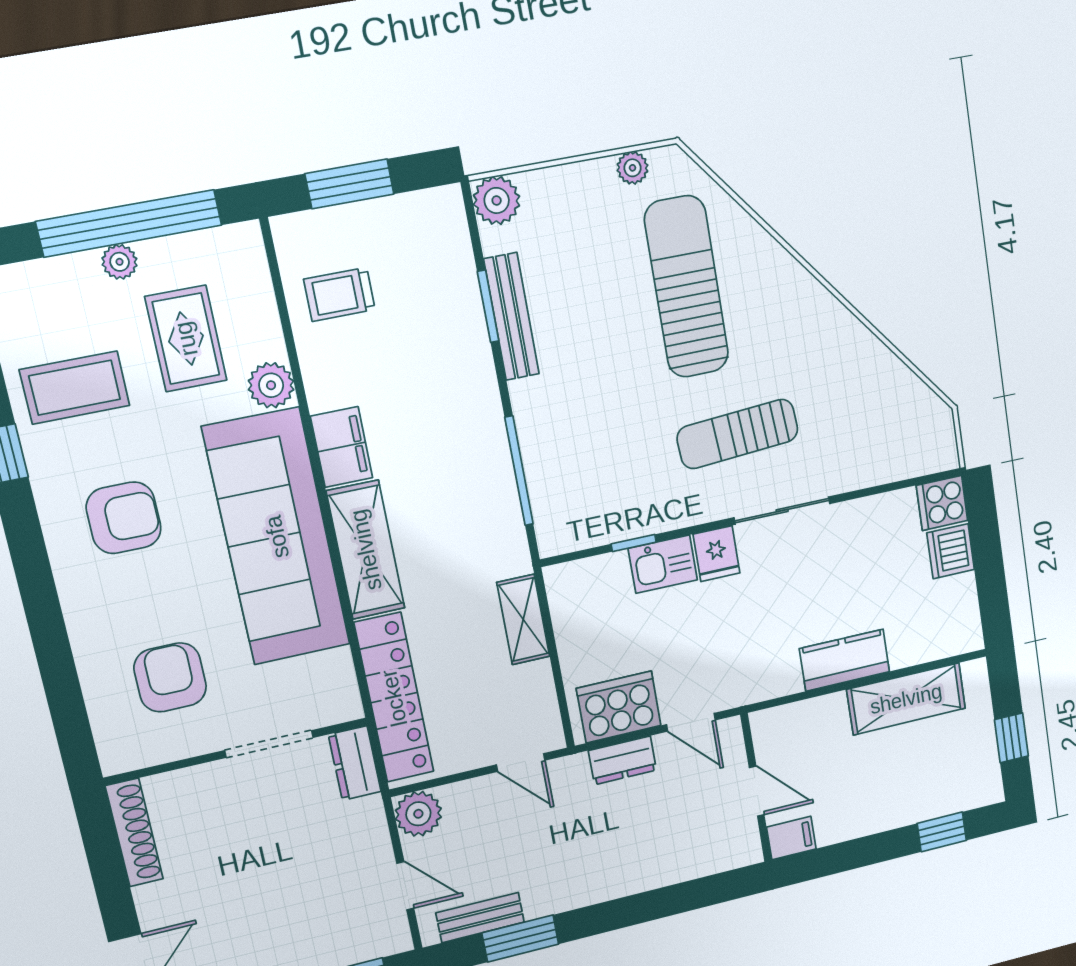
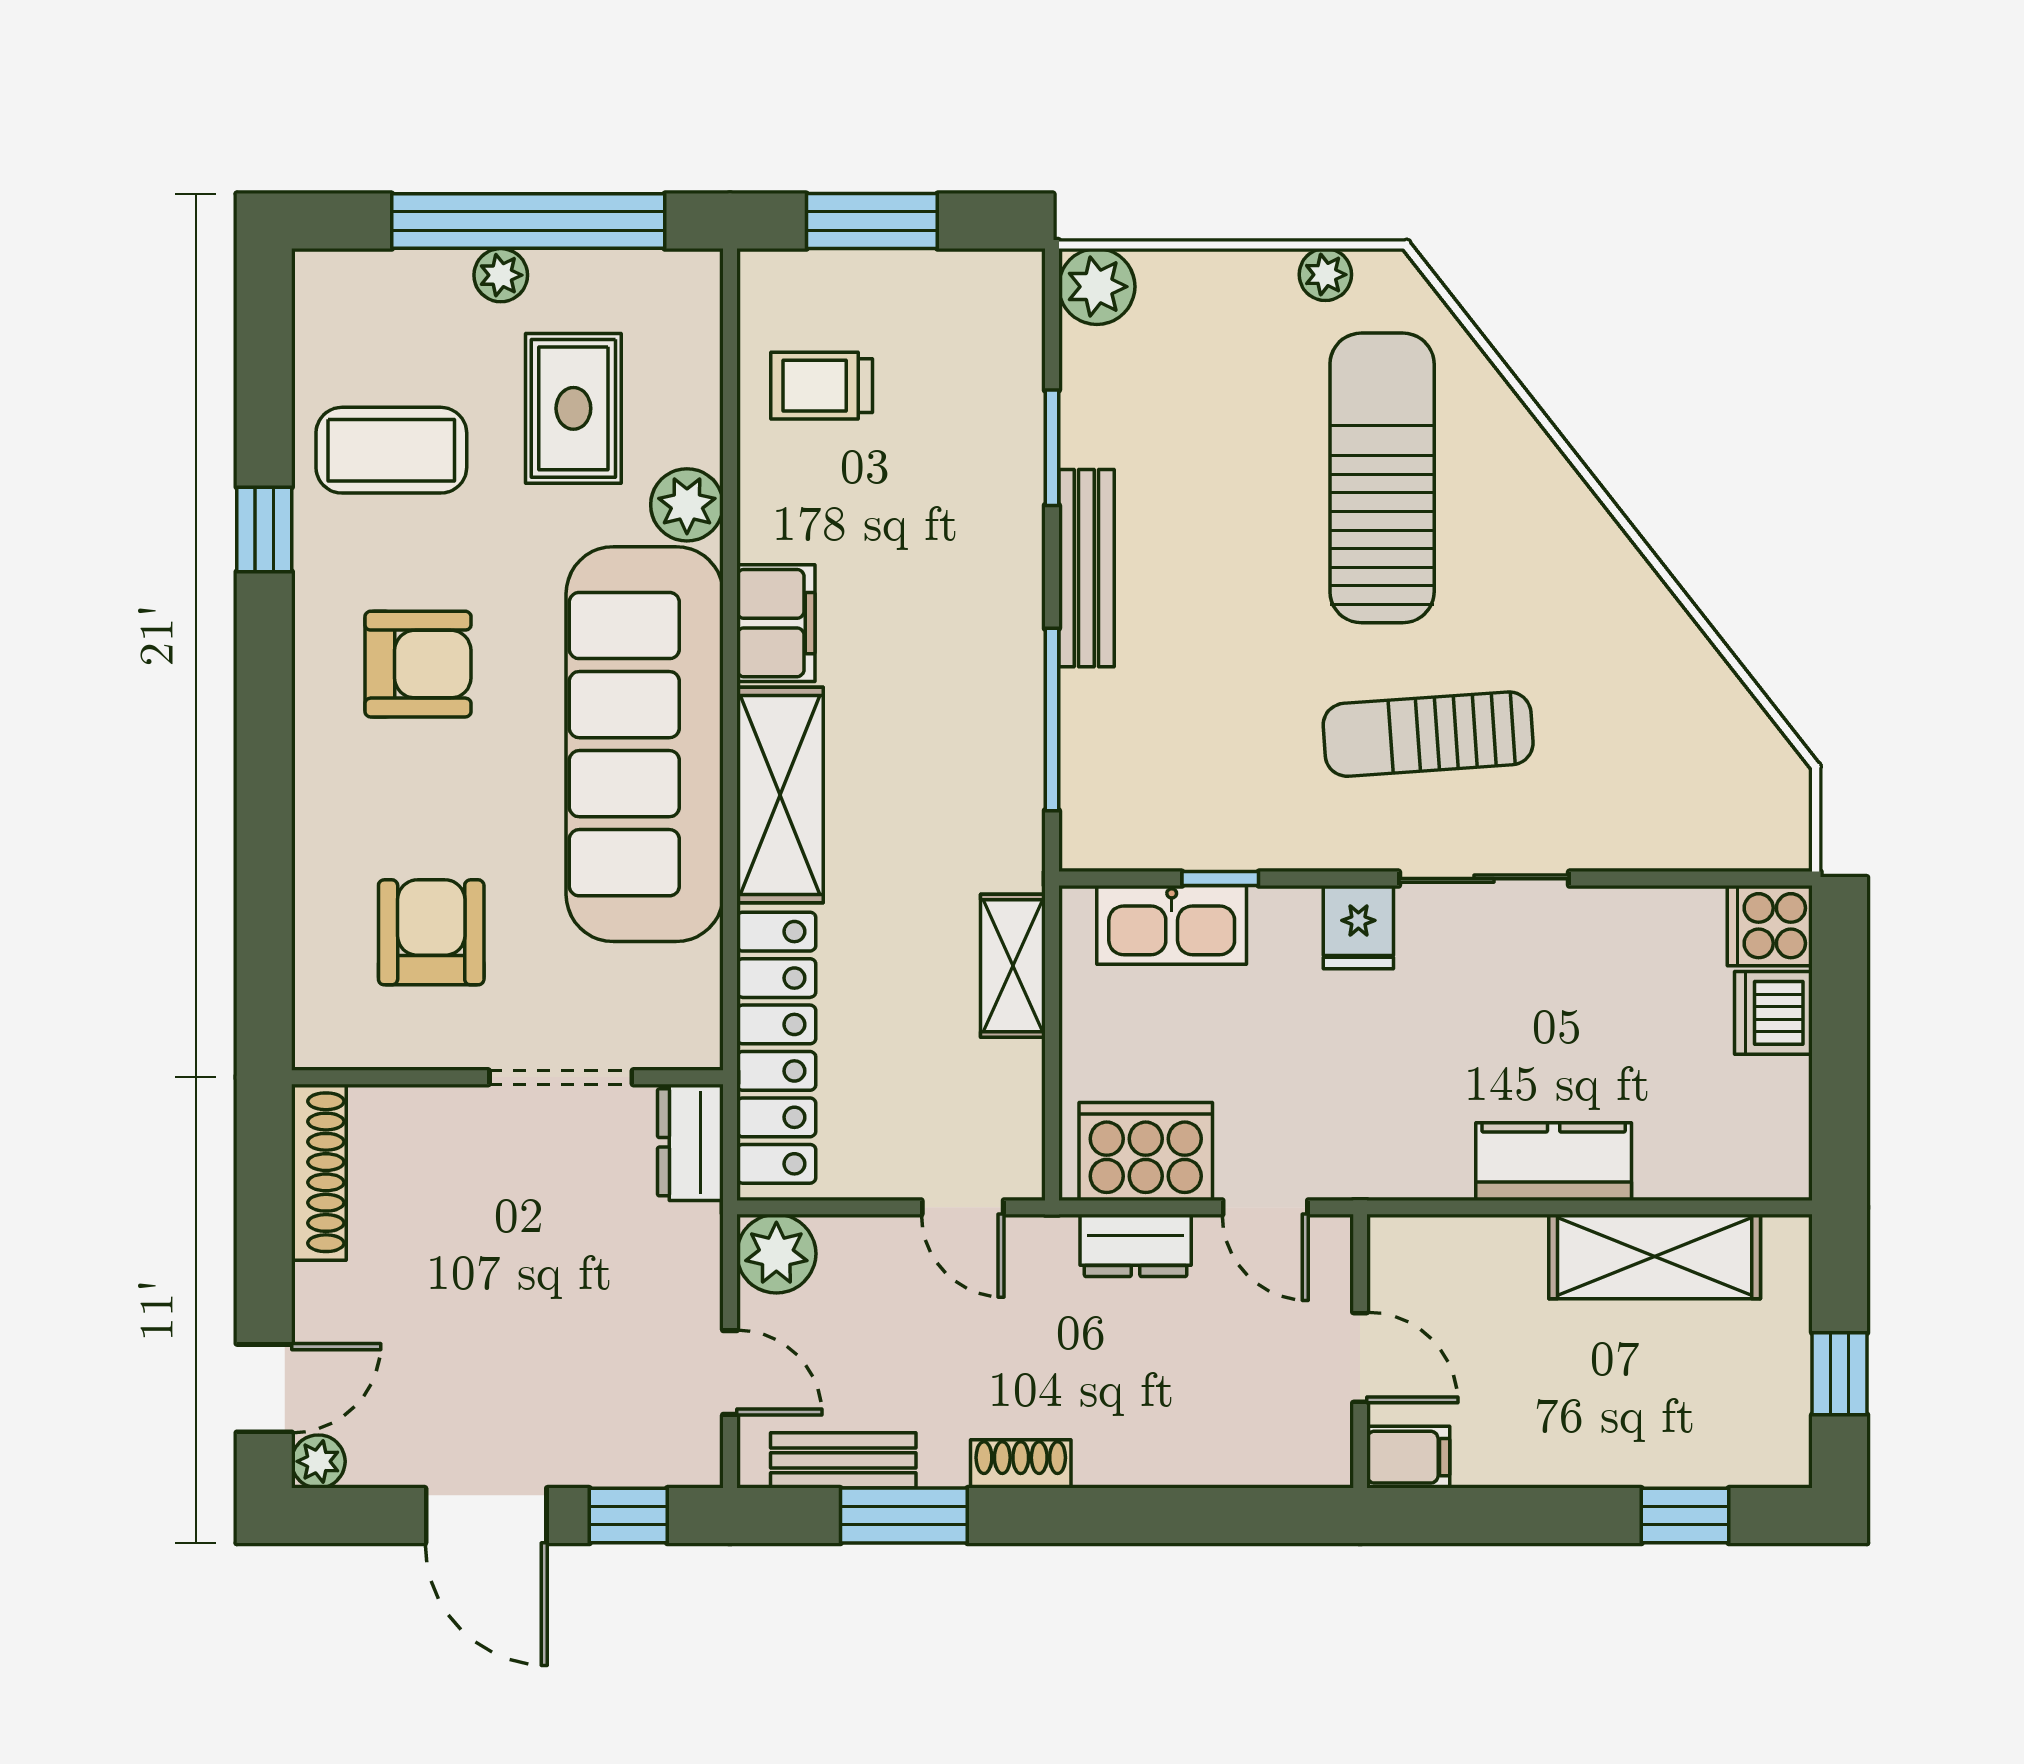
bench: (512, 317) -> (1086, 568), moved
kitchen sink: (663, 564) -> (1172, 925), moved, width x1.38
shoe rack: (580, 894) -> (1021, 1464), added

